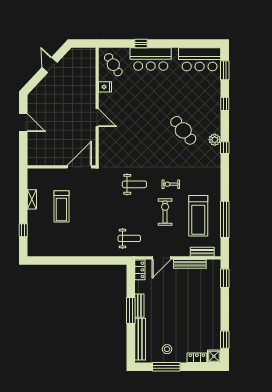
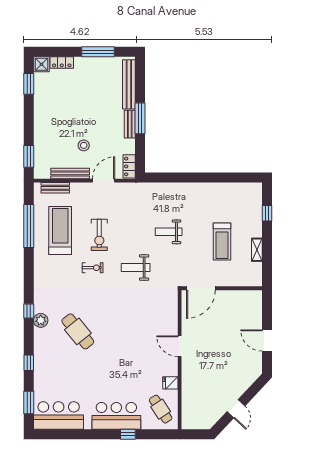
treadmill: (61, 206) -> (222, 242), turned 180
weight bench: (129, 238) -> (169, 232), moved
stool: (167, 349) -> (84, 145), moved

